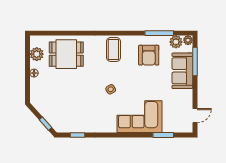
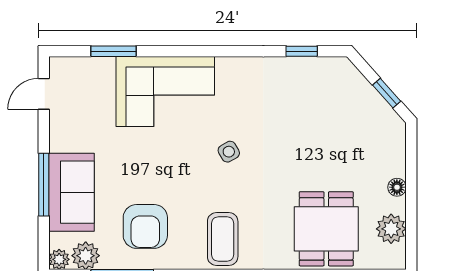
dining table: (66, 54) -> (326, 229), turned 90
armchair: (149, 55) -> (145, 226), turned 180
window: (195, 62) -> (44, 185), moved
window: (46, 124) -> (387, 93), moved

